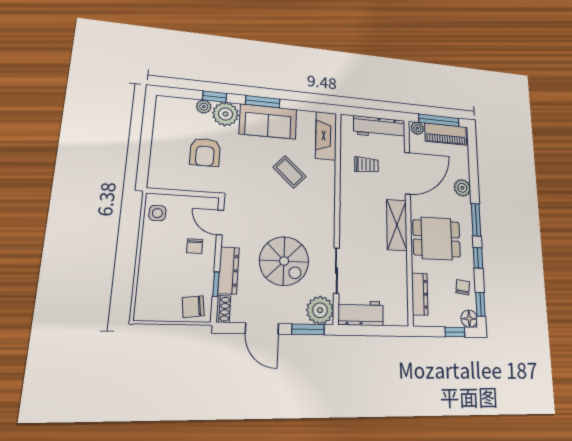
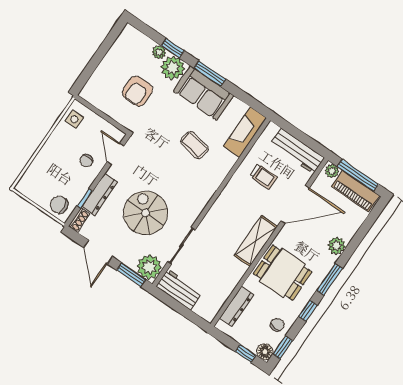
coffee table: (289, 172) -> (194, 145), turned -33
spiral stairs: (284, 261) -> (146, 213), turned 180

